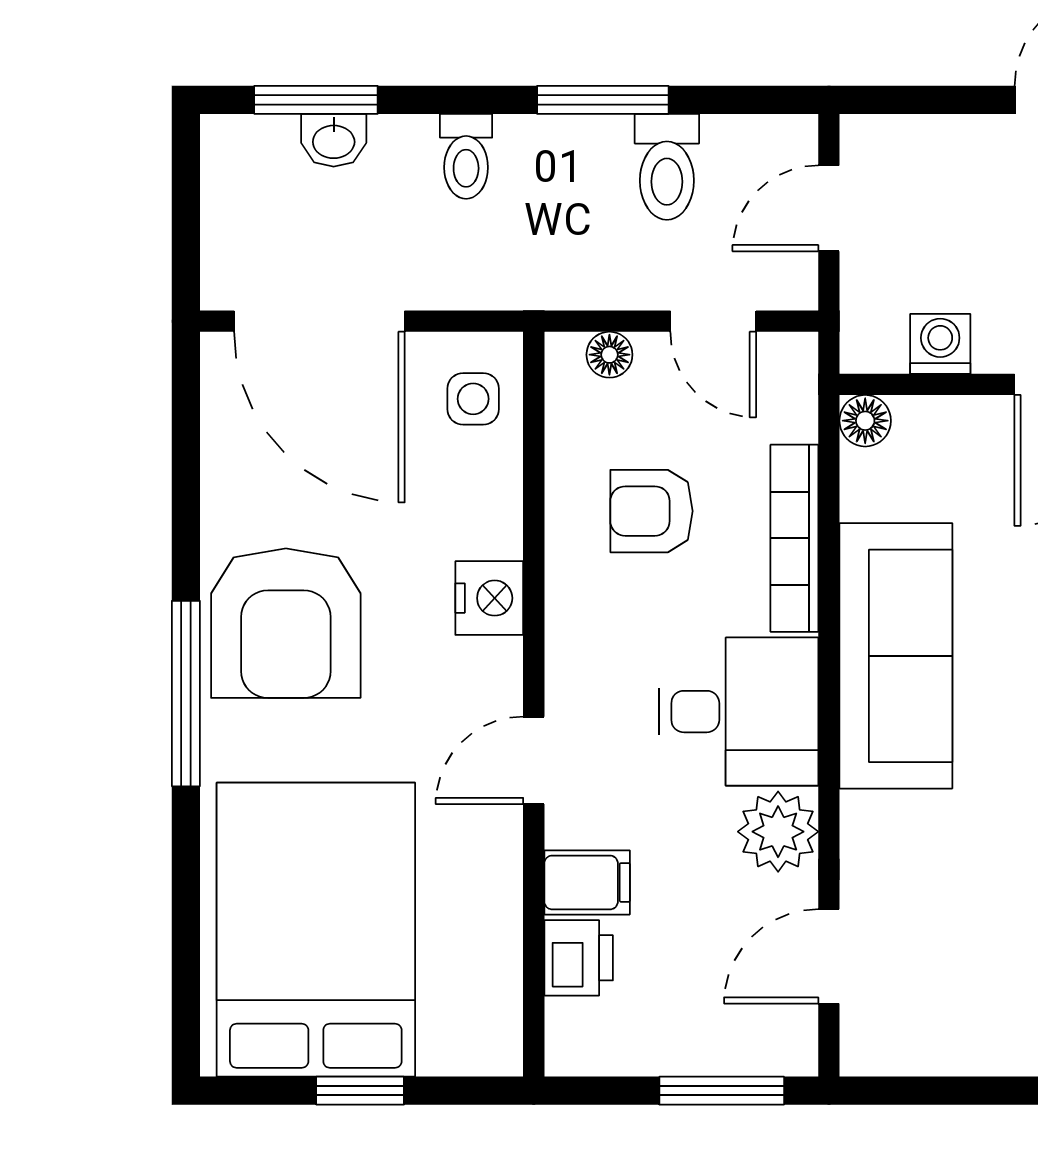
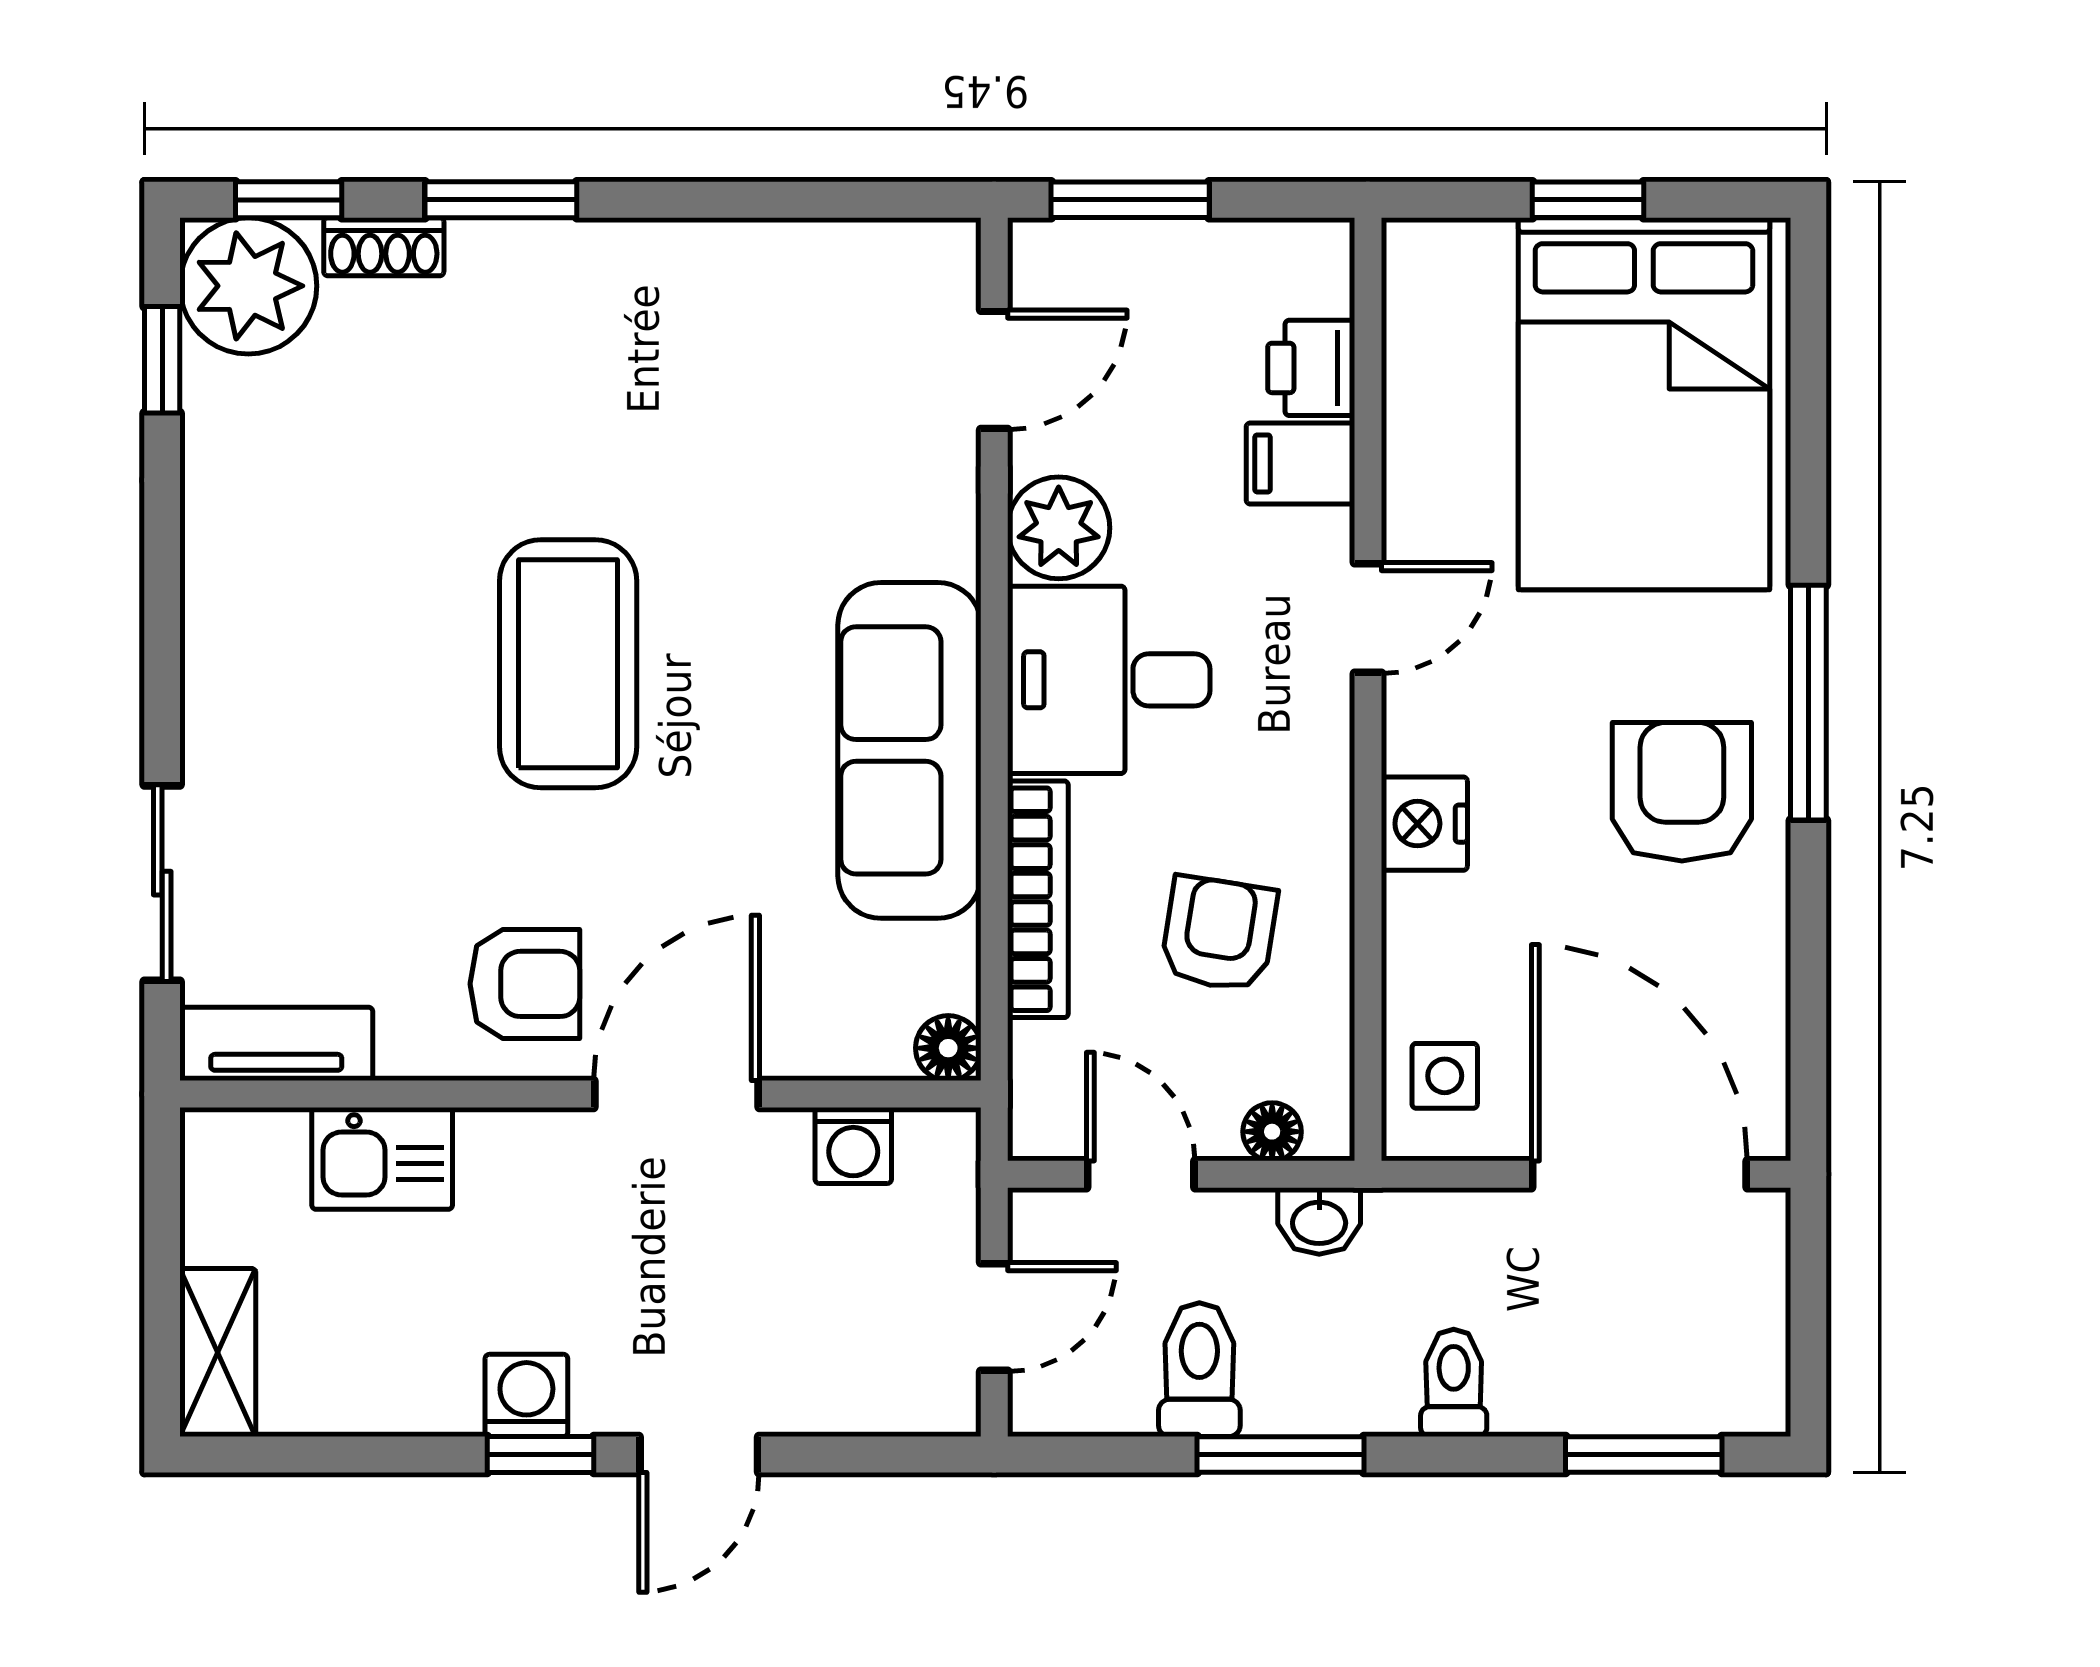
washbasin: (334, 140) -> (1319, 1221), moved, turned 180
armchair: (652, 511) -> (1219, 934), turned -81
armchair: (286, 623) -> (1682, 792), width x0.73, depth x0.73

